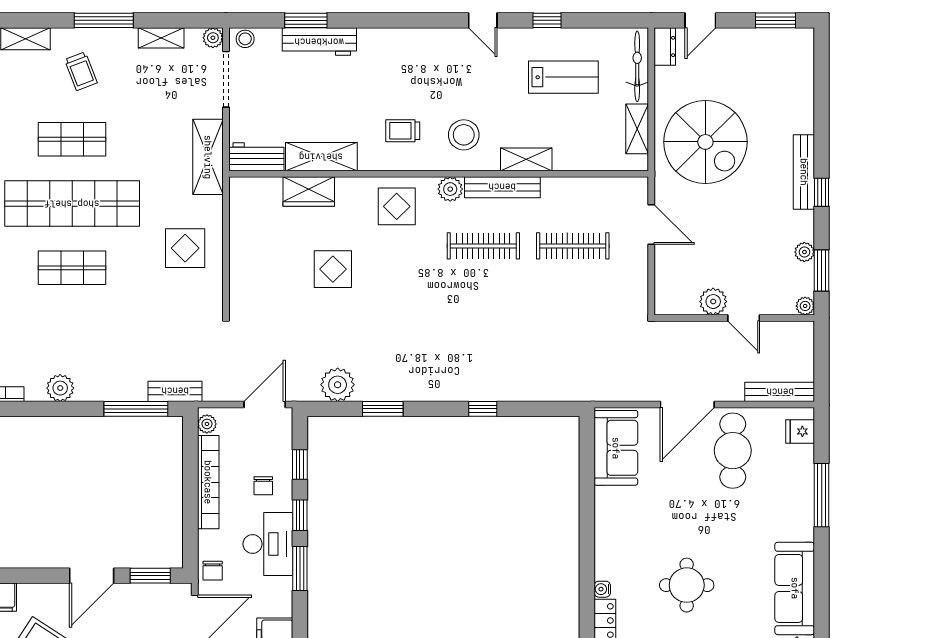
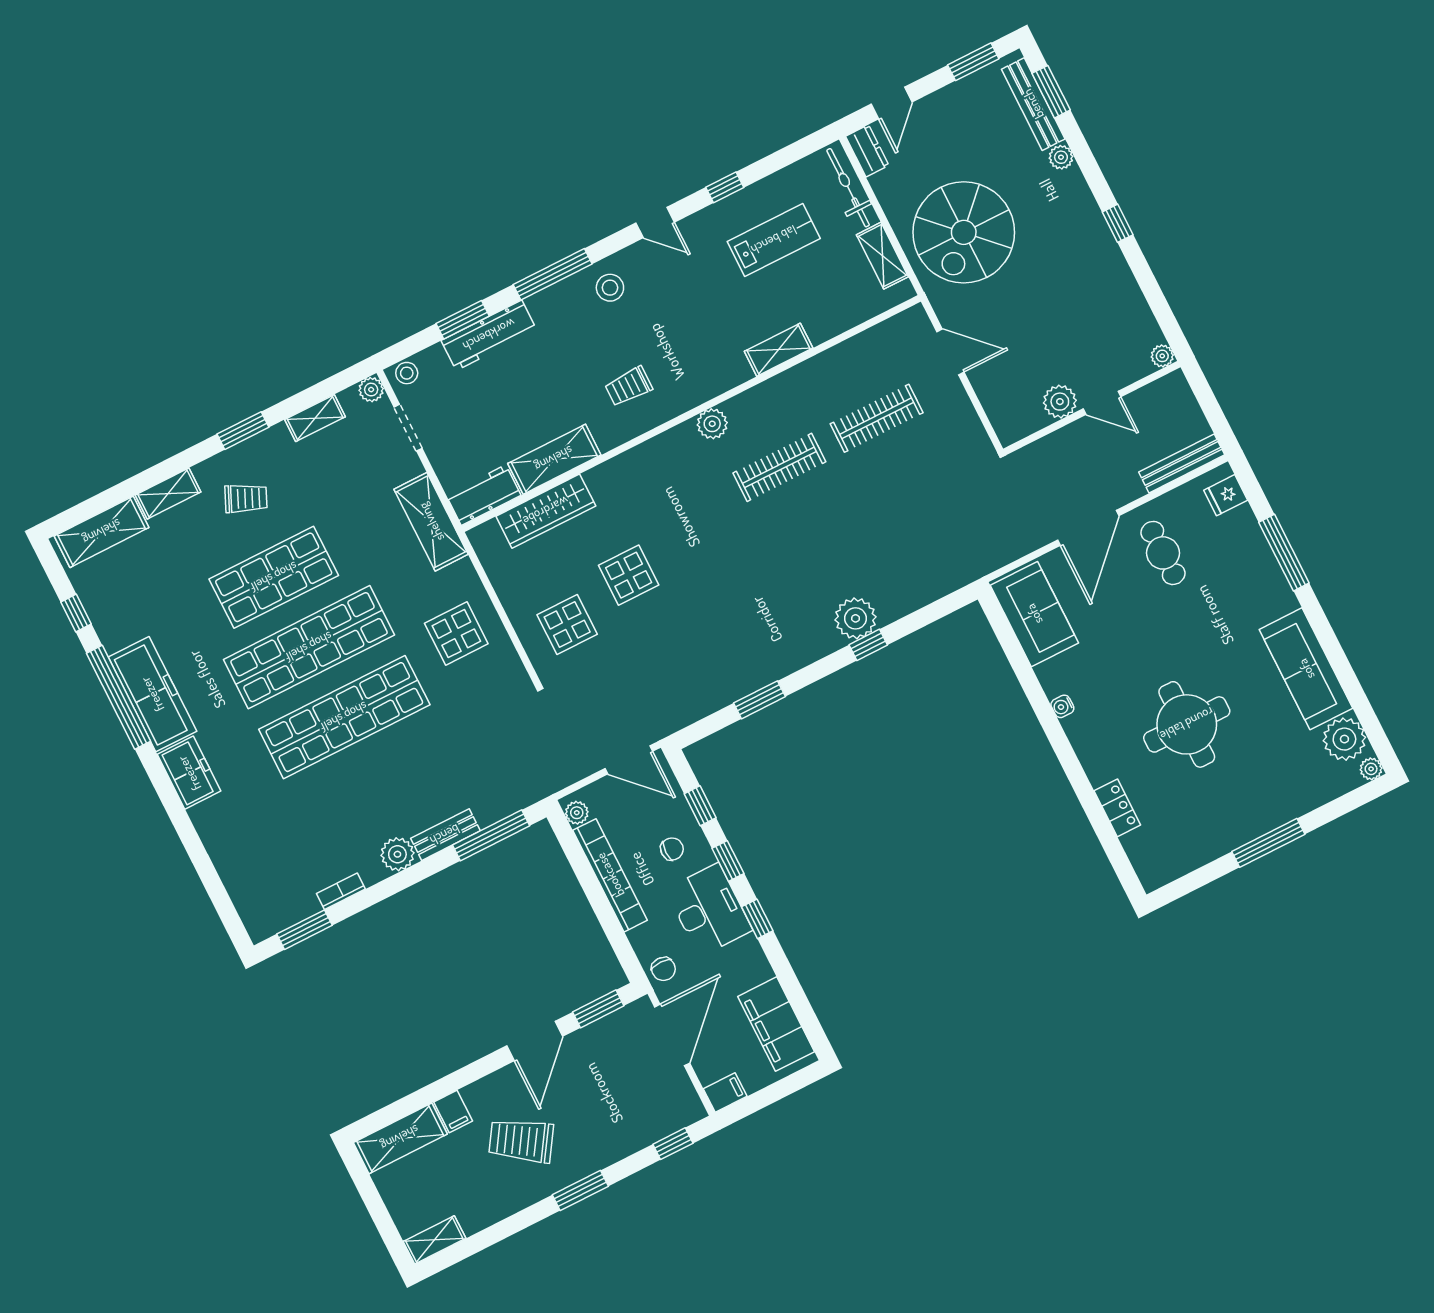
window: (104, 20) -> (243, 431), width x0.69
window: (389, 20) -> (553, 274), added
trolley: (81, 71) -> (246, 498), turned -45
doorway: (226, 79) -> (408, 428), width x0.73
stool: (464, 135) -> (610, 288), moved, width x0.73, depth x0.73
shop shelf: (72, 139) -> (274, 577), width x1.43, depth x1.36
spiral stairs: (705, 142) -> (964, 232), turned 90
bench: (804, 172) -> (1033, 104), moved
bench: (502, 187) -> (768, 393), removed
wardrobe: (309, 192) -> (546, 511), width x1.50
display table: (397, 206) -> (567, 625), moved
plant: (804, 252) -> (1061, 157), moved
shop shelf: (72, 268) -> (344, 717), width x2.00, depth x1.36
window: (822, 271) -> (1051, 92), moved
plant: (338, 385) -> (856, 618), moved
bench: (175, 391) -> (445, 835), moved
door: (265, 405) -> (629, 760), swing flipped
cafe table: (733, 451) -> (1163, 553), width x0.73, depth x0.74
chair: (263, 486) -> (672, 849), turned -90
window: (300, 569) -> (757, 919), width x0.67
round table: (687, 585) -> (1187, 724), width x1.36, depth x1.36
water cooler: (602, 589) -> (1062, 706), moved

